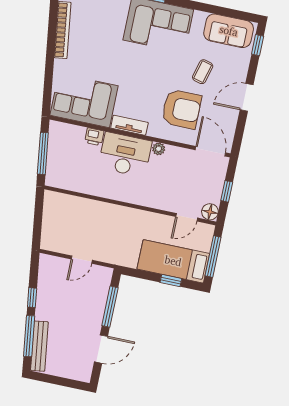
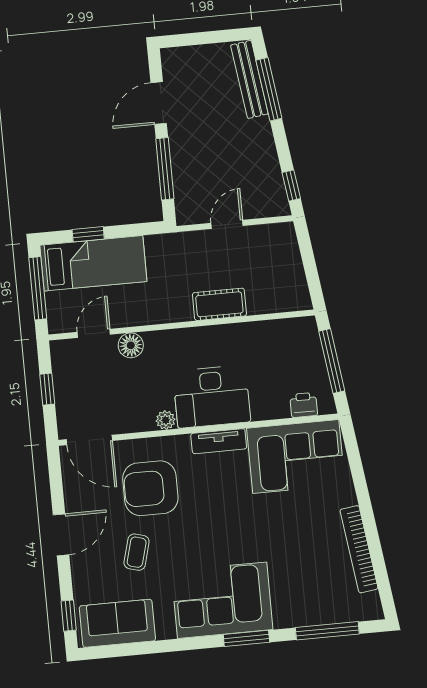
printer: (94, 137) -> (304, 405), moved
cot: (102, 211) -> (219, 304), added
floor lamp: (210, 212) -> (131, 345), moved
window: (32, 298) -> (291, 186), moved

